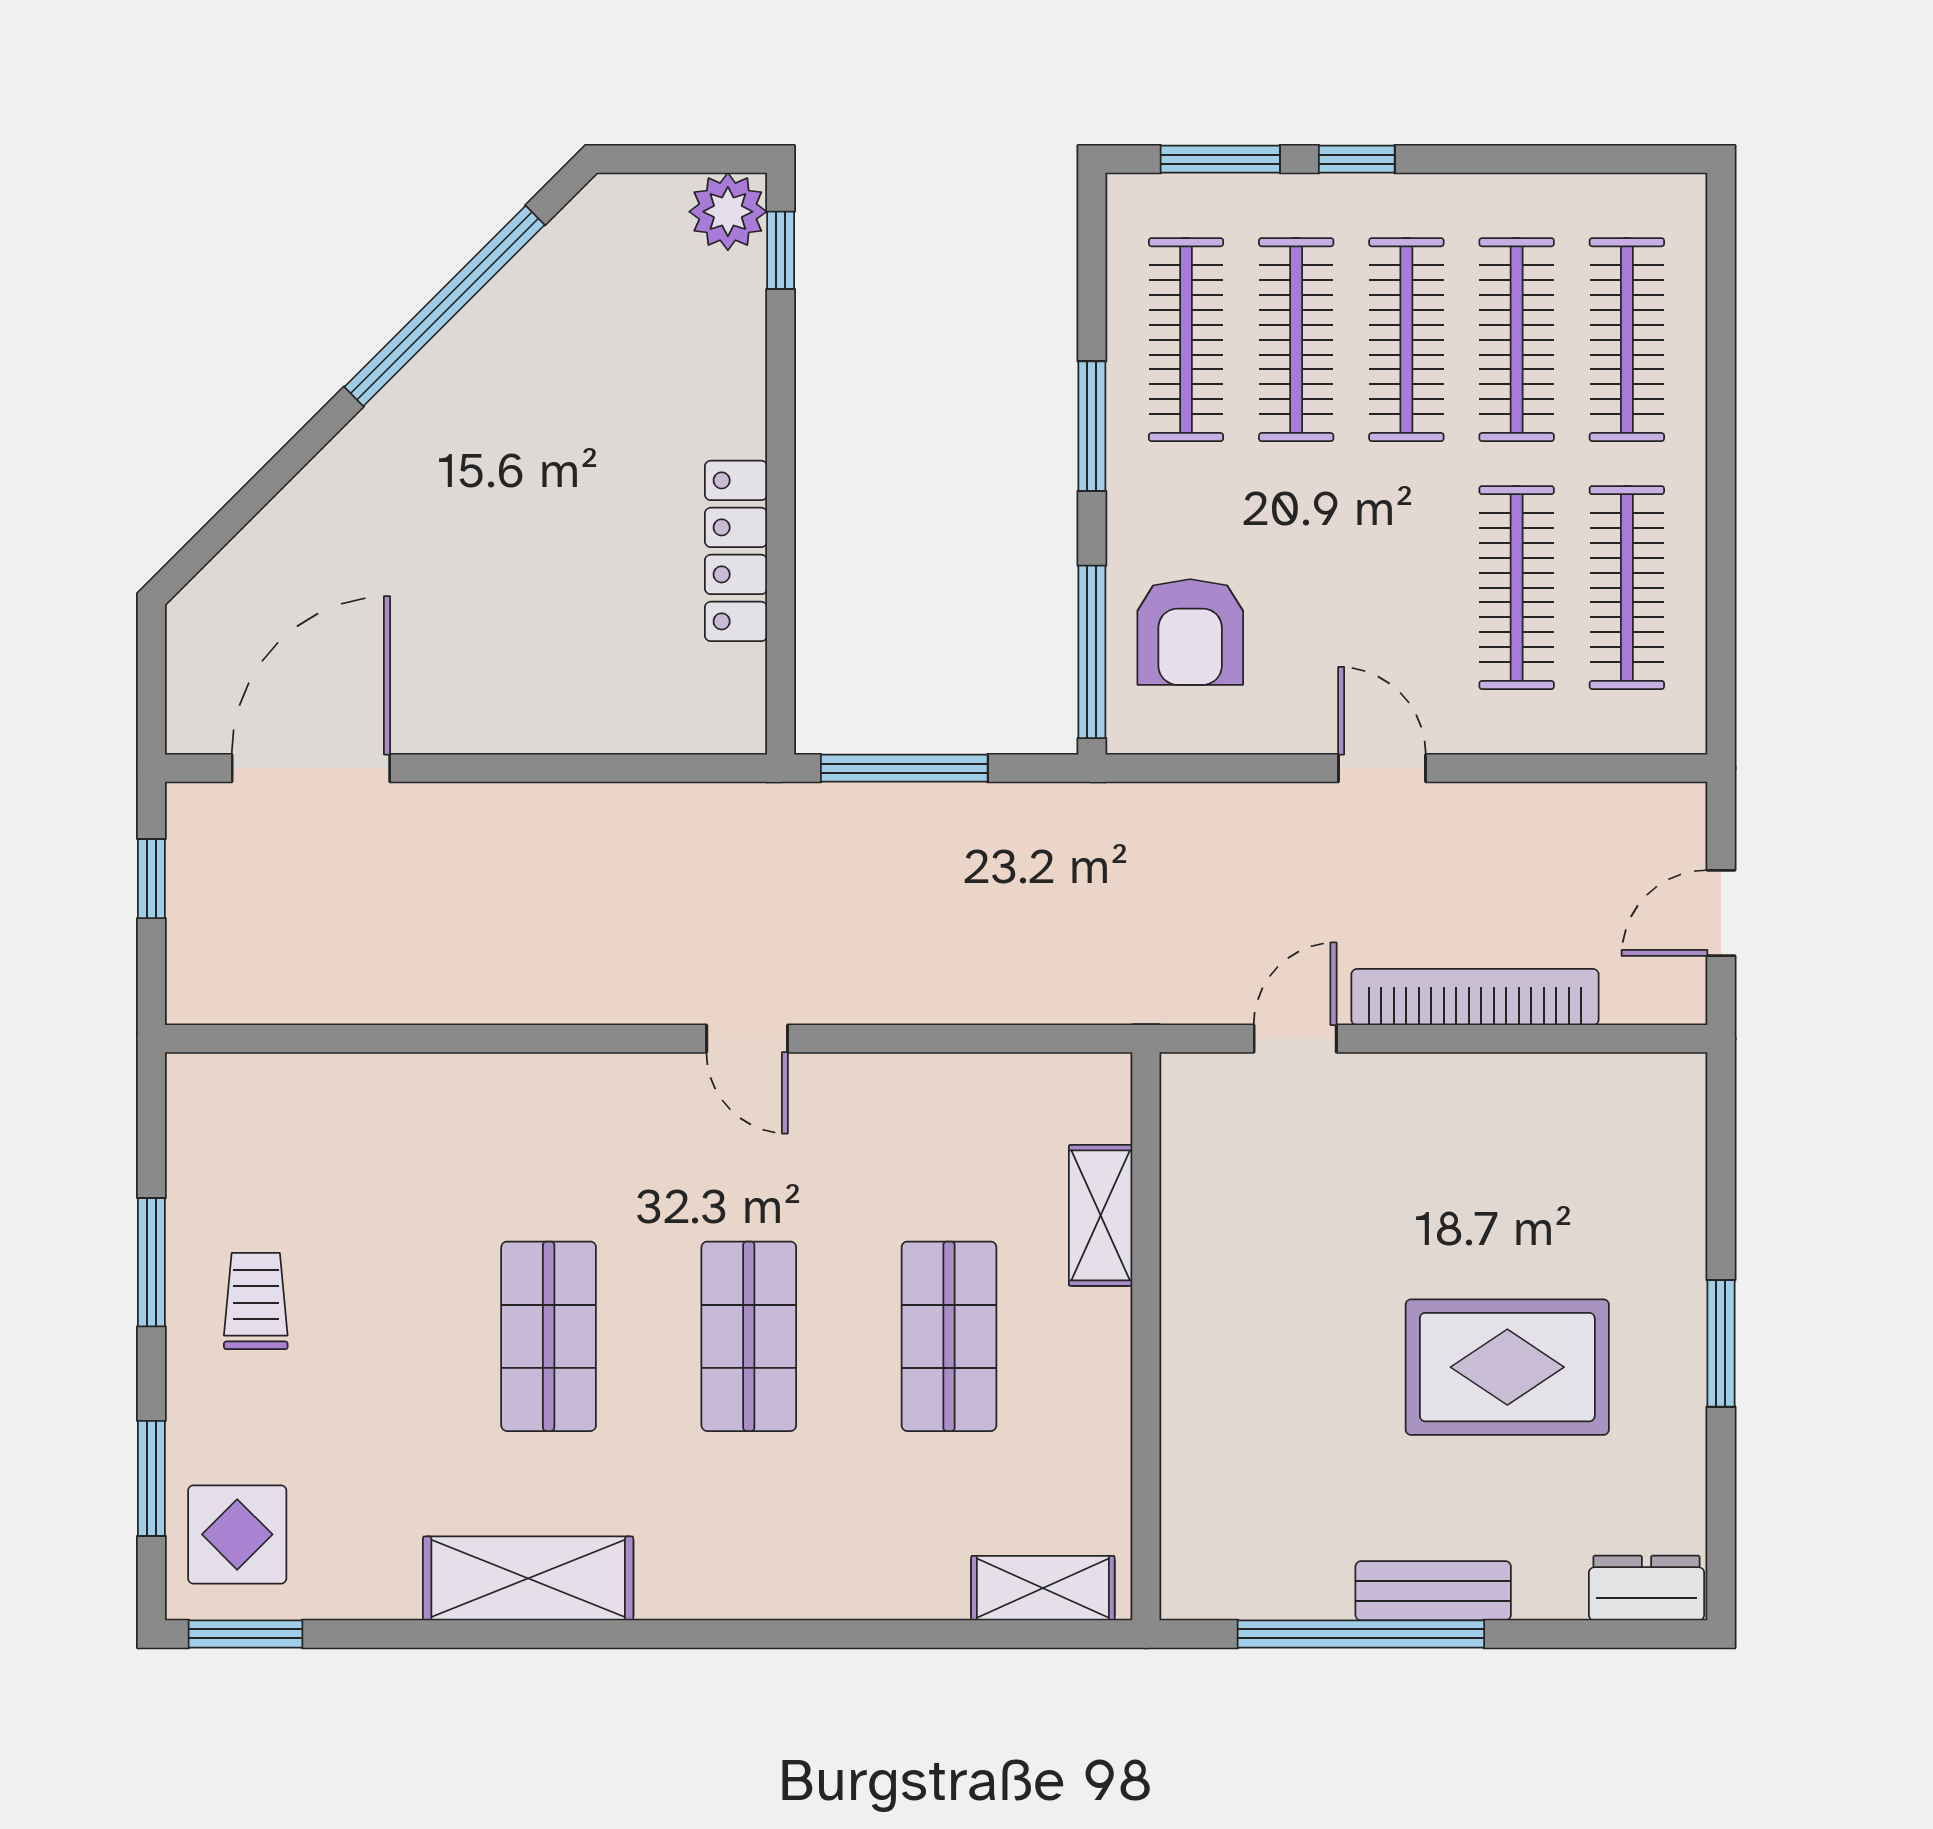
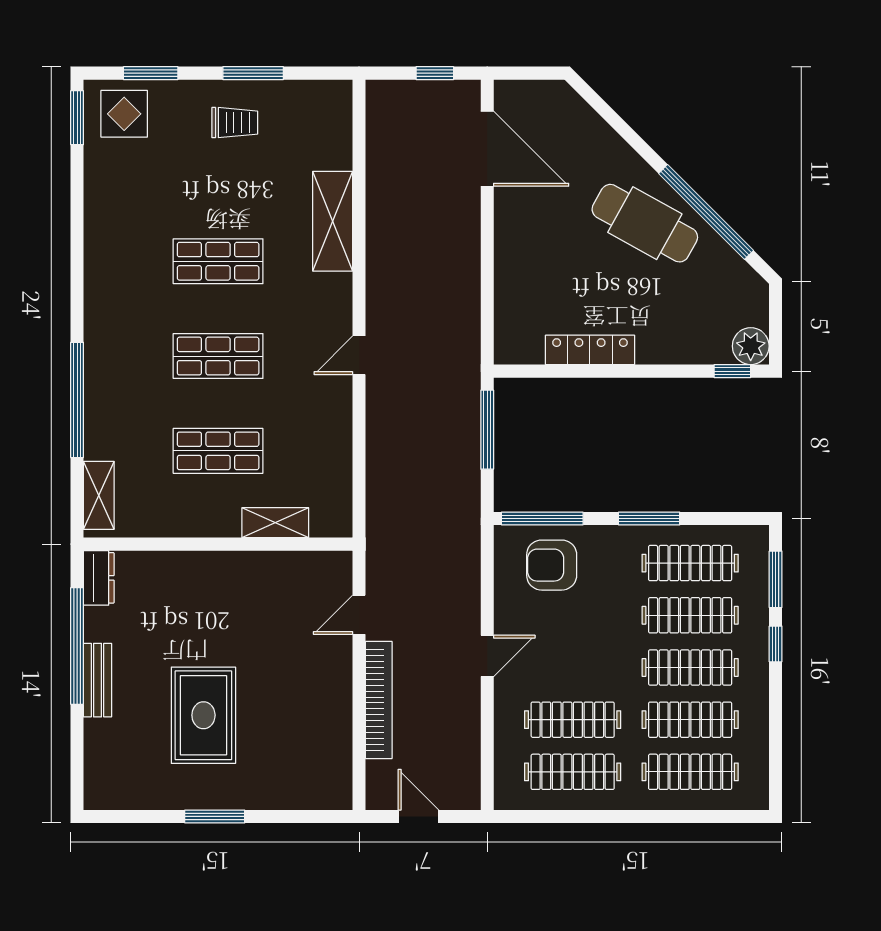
cafe table: (468, 435) -> (645, 223), added
door: (1295, 1039) -> (359, 615), swing flipped
shelving: (528, 1578) -> (333, 221), moved
dresser: (1646, 1588) -> (99, 578), moved
window: (841, 1634) -> (77, 400), added

